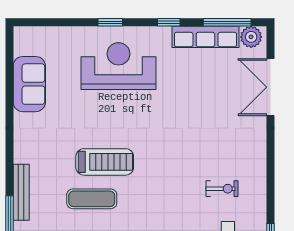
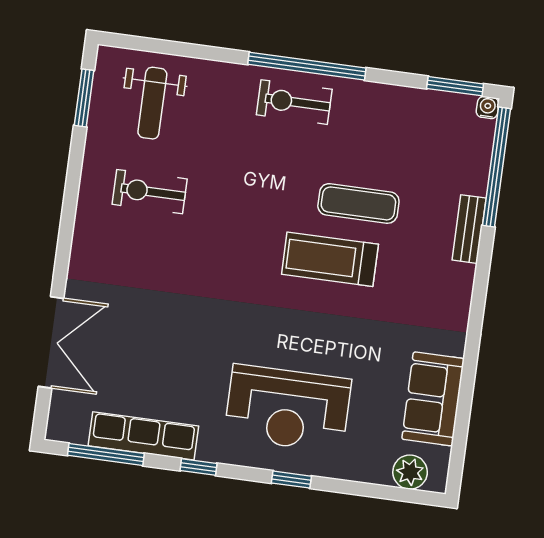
plant: (251, 37) -> (410, 472), moved
exercise bike: (222, 189) -> (150, 192), width x1.38, depth x1.39
bench: (21, 192) -> (469, 229), width x0.73

